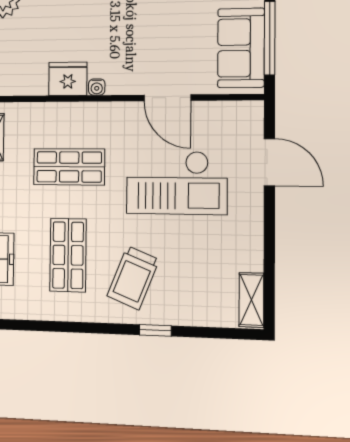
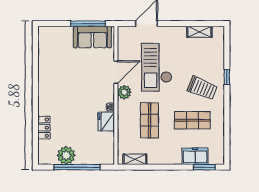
plant: (126, 115) -> (124, 92), added
checkout: (177, 183) -> (157, 67), turned 180
shelving: (251, 300) -> (199, 32), moved

